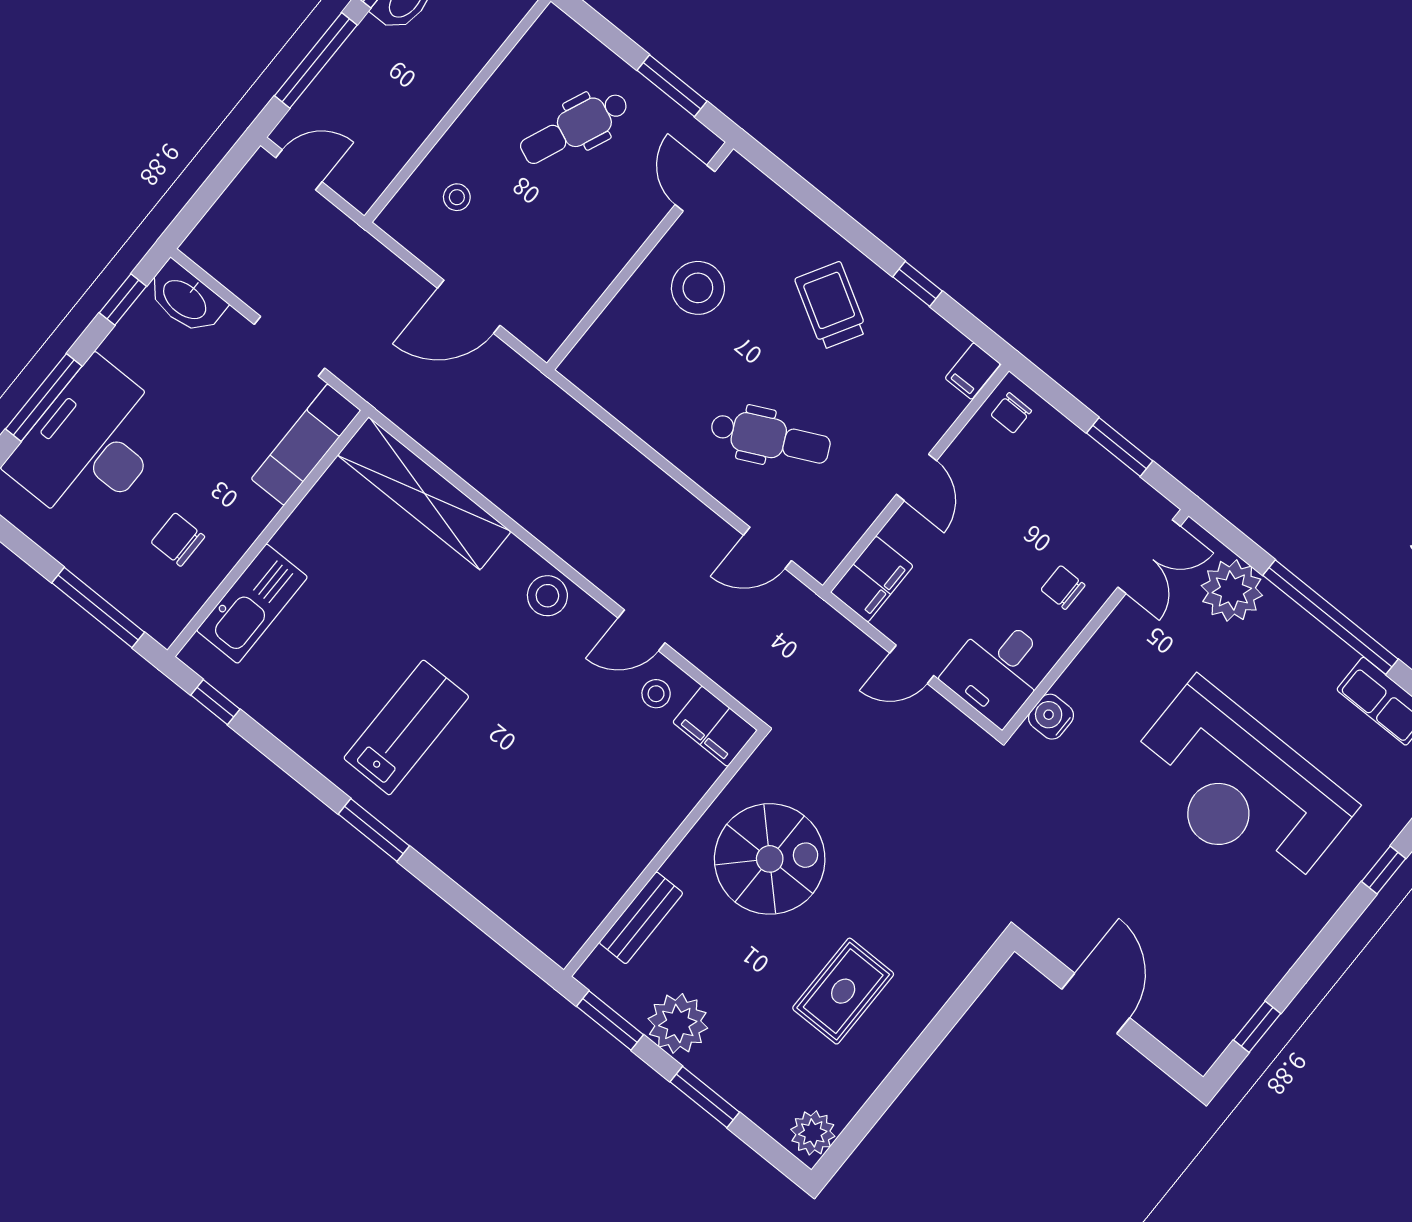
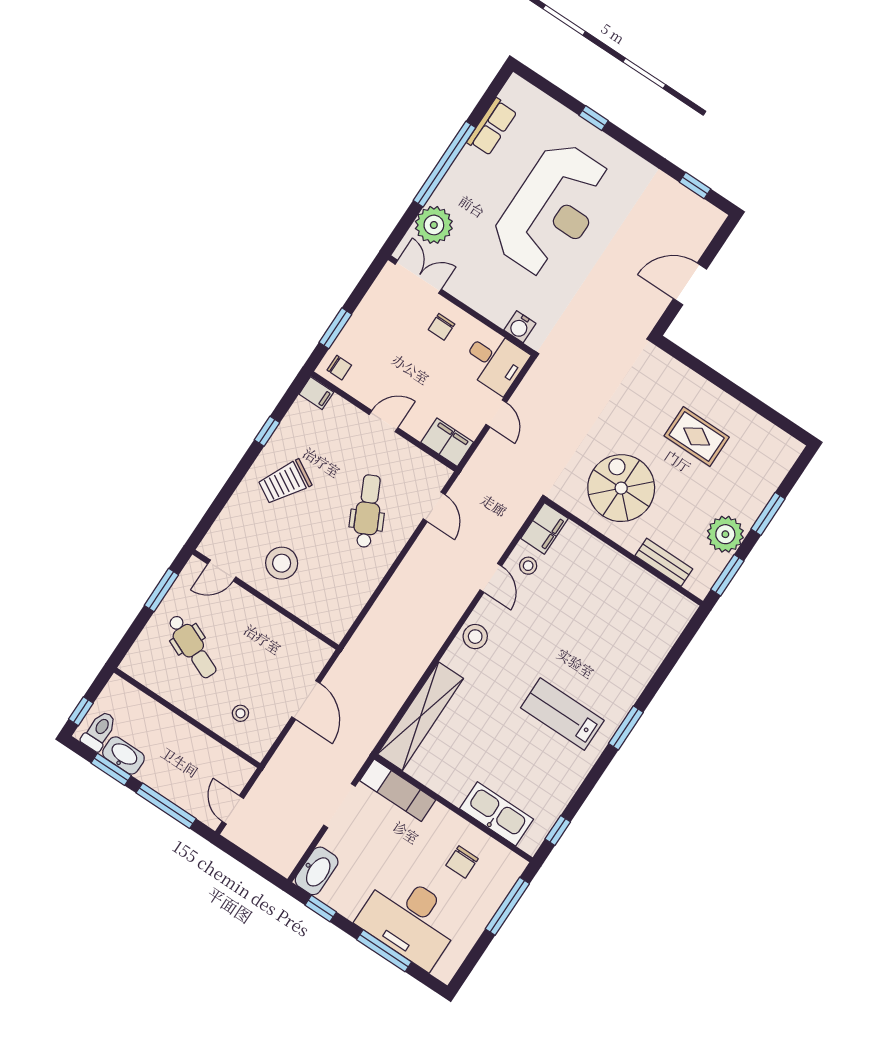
window: (1120, 447) -> (335, 328), moved
plant: (813, 1133) -> (784, 447), removed

